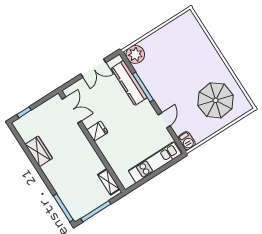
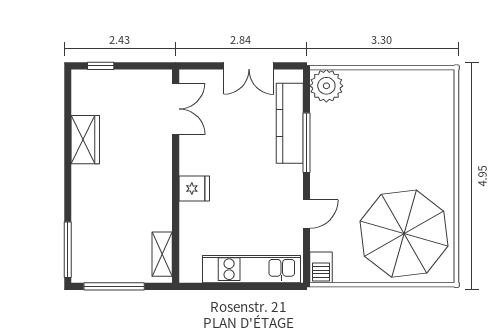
parasol: (216, 100) -> (404, 234), width x1.36, depth x1.36
fridge: (97, 131) -> (194, 189), moved

